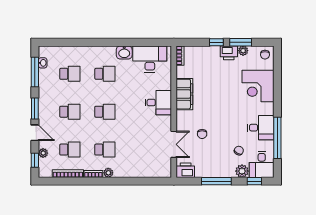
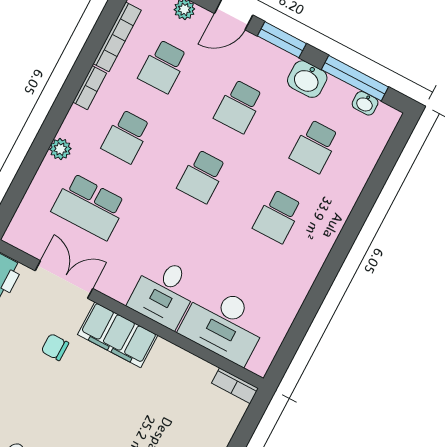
washbasin: (124, 52) -> (307, 79), moved, turned -90
desk: (150, 59) -> (224, 324), moved, turned 90
filing cabinet: (184, 94) -> (118, 335), moved
double door: (174, 144) -> (64, 280), swing flipped
school desk: (140, 150) -> (89, 207), added
plant: (108, 173) -> (60, 149), moved

